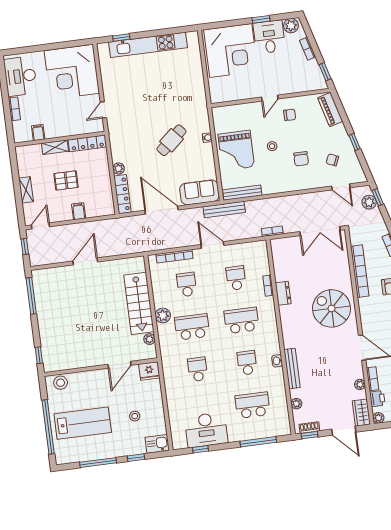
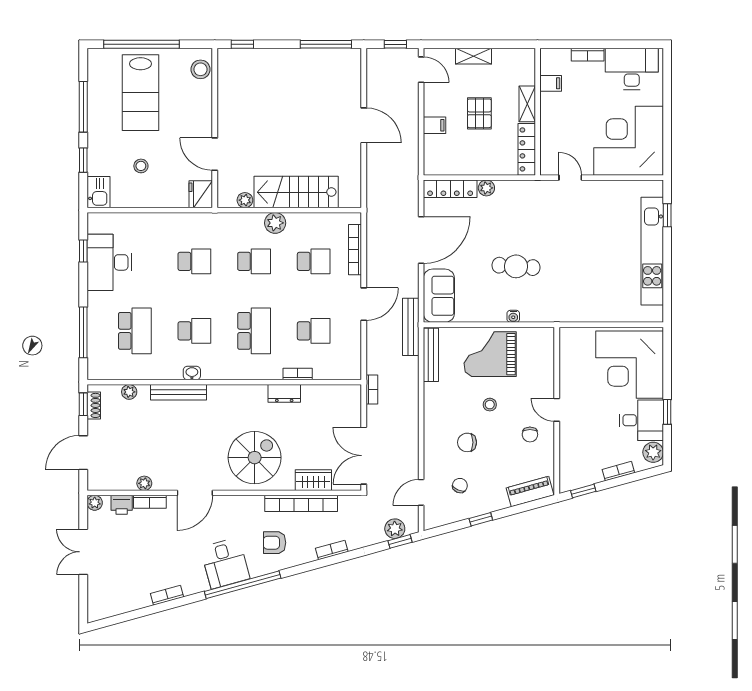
cafe table: (171, 140) -> (516, 266), turned -45
school desk: (192, 327) -> (254, 261), width x0.54
wardrobe: (361, 413) -> (313, 480), moved

